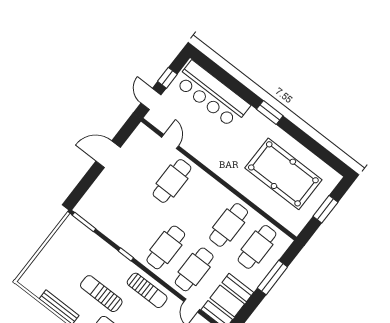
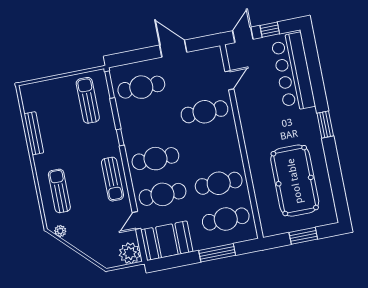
cafe table: (109, 203) -> (141, 87), added
sun lounger: (101, 294) -> (88, 100), moved

